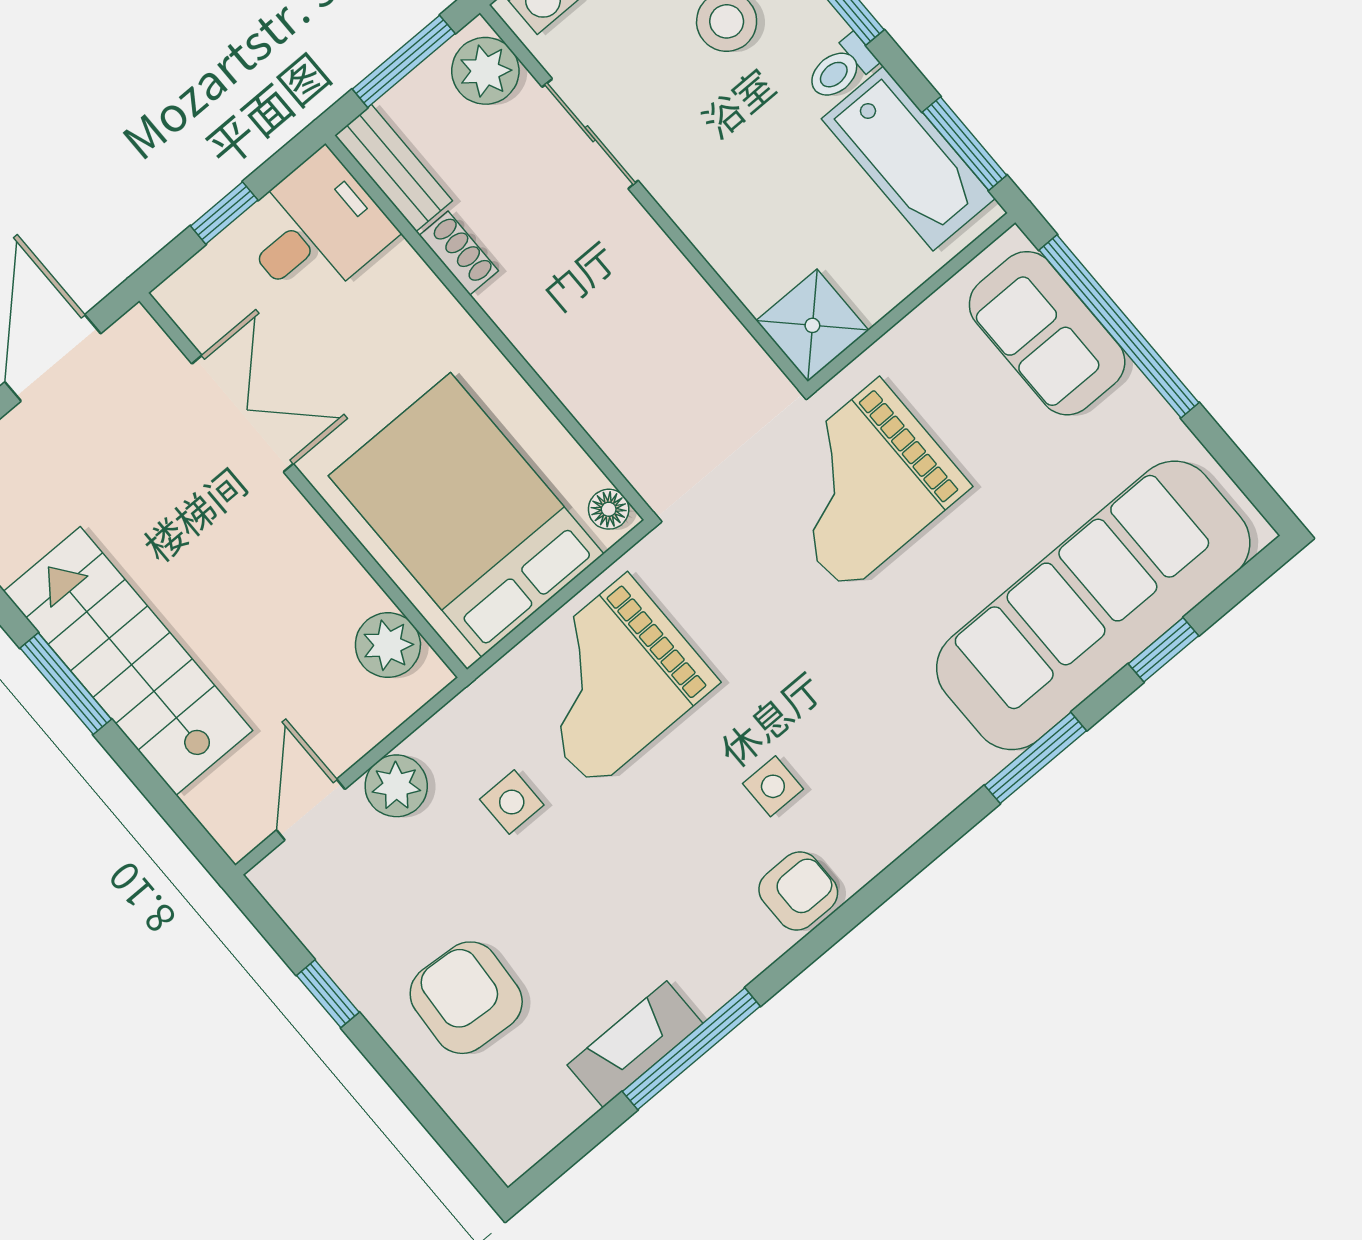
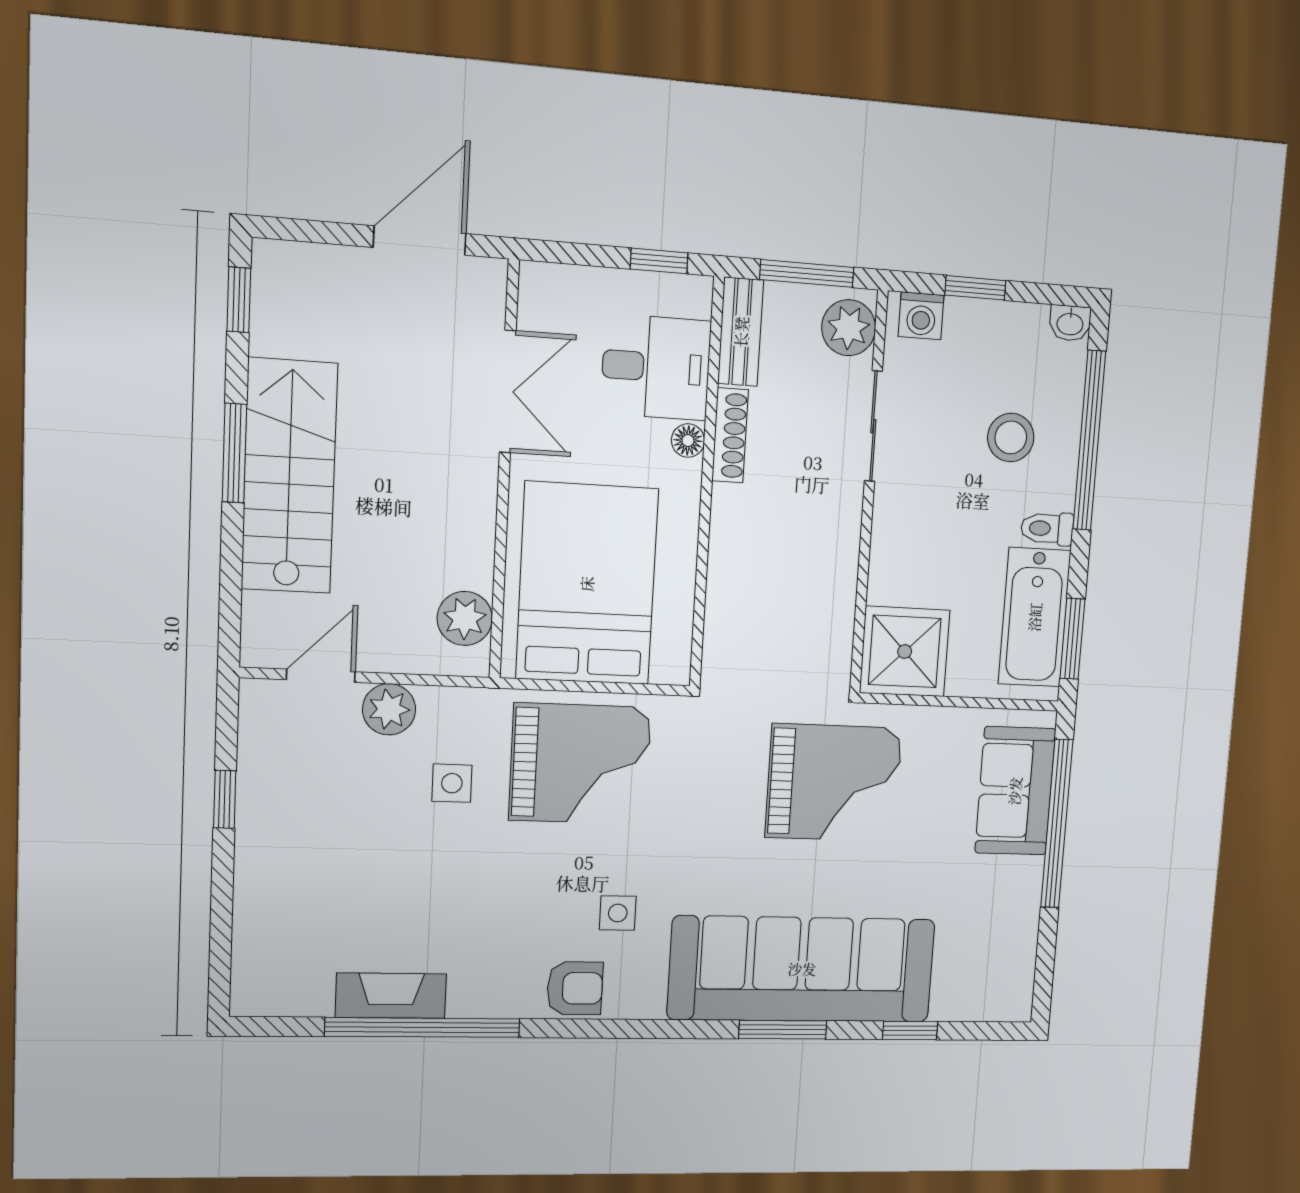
window: (224, 213) -> (659, 261), moved
desk: (315, 229) -> (656, 367), moved
shoe rack: (459, 253) -> (730, 435), width x1.43
shower: (812, 325) -> (905, 651), width x1.36, depth x1.36
grand piano: (863, 485) -> (834, 783), turned 180
floor lamp: (609, 509) -> (688, 441), moved
sofa: (1093, 605) -> (802, 969), moved
grand piano: (610, 681) -> (580, 764), turned 180
armchair: (466, 998) -> (312, 878), removed
window: (691, 1049) -> (423, 1028), width x1.46

